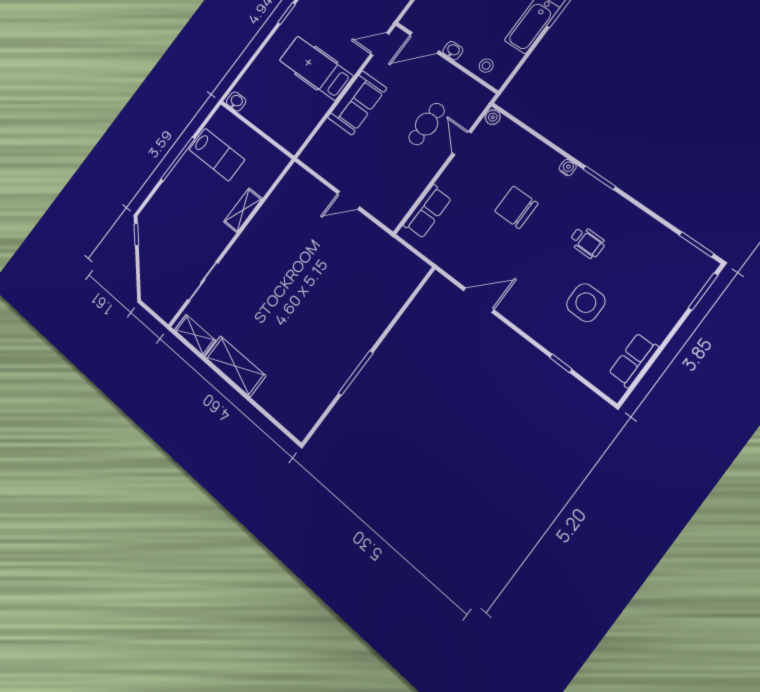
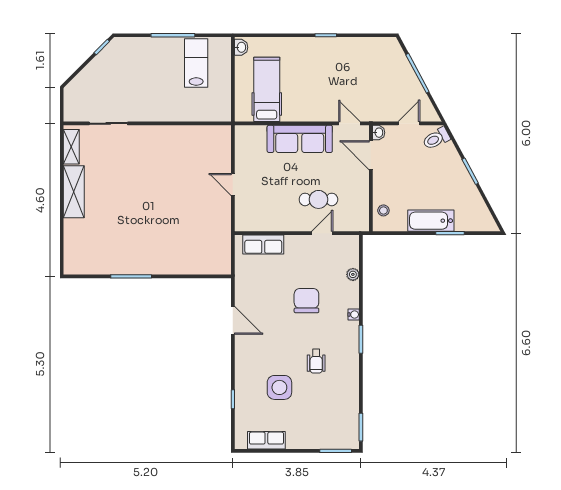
washbasin: (453, 51) -> (379, 133), moved
hospital bed: (316, 68) -> (267, 89), moved
sofa: (357, 103) -> (300, 139), width x1.36
plant: (493, 117) -> (353, 274), moved
lab bench: (217, 155) -> (196, 63), turned 180
shelving: (243, 210) -> (174, 114), removed

